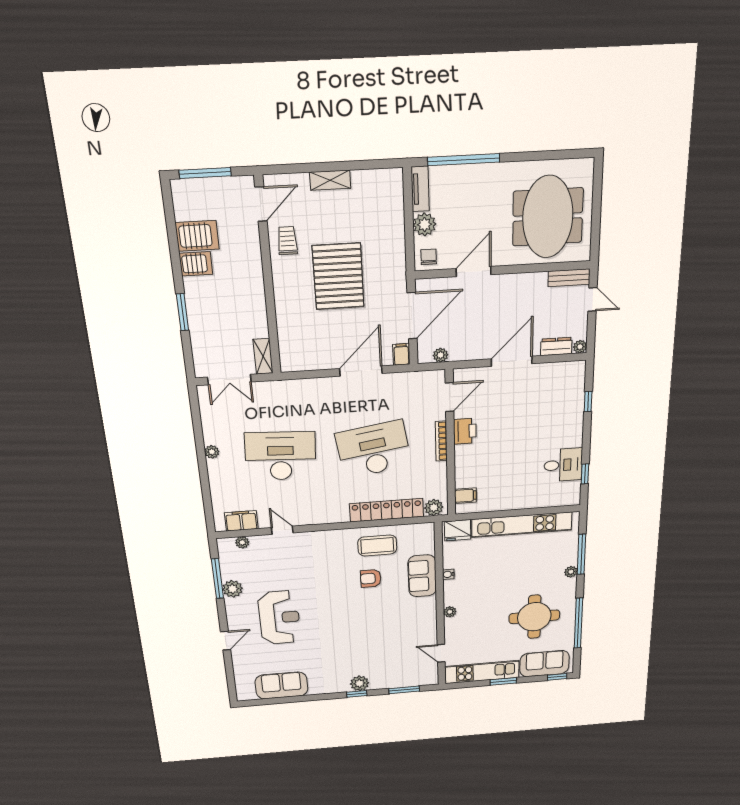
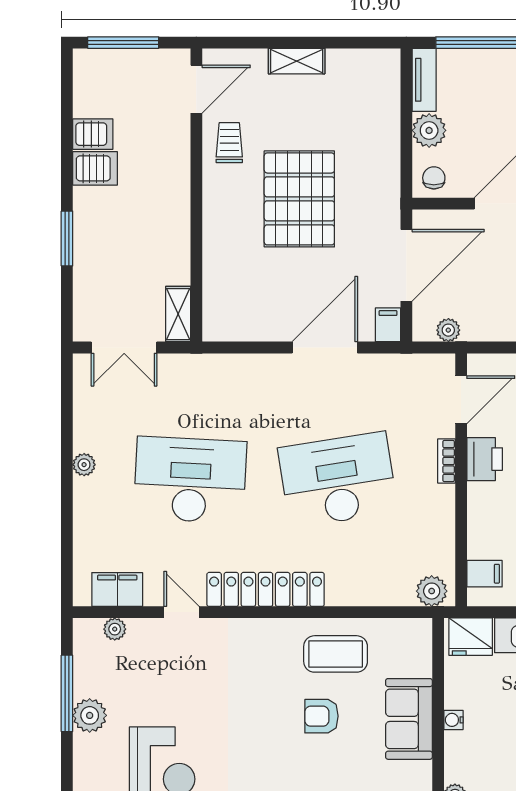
server rack: (197, 236) -> (93, 134), width x0.73, depth x0.70
bookcase: (441, 441) -> (446, 461), width x0.64
locker: (387, 510) -> (266, 589), moved

